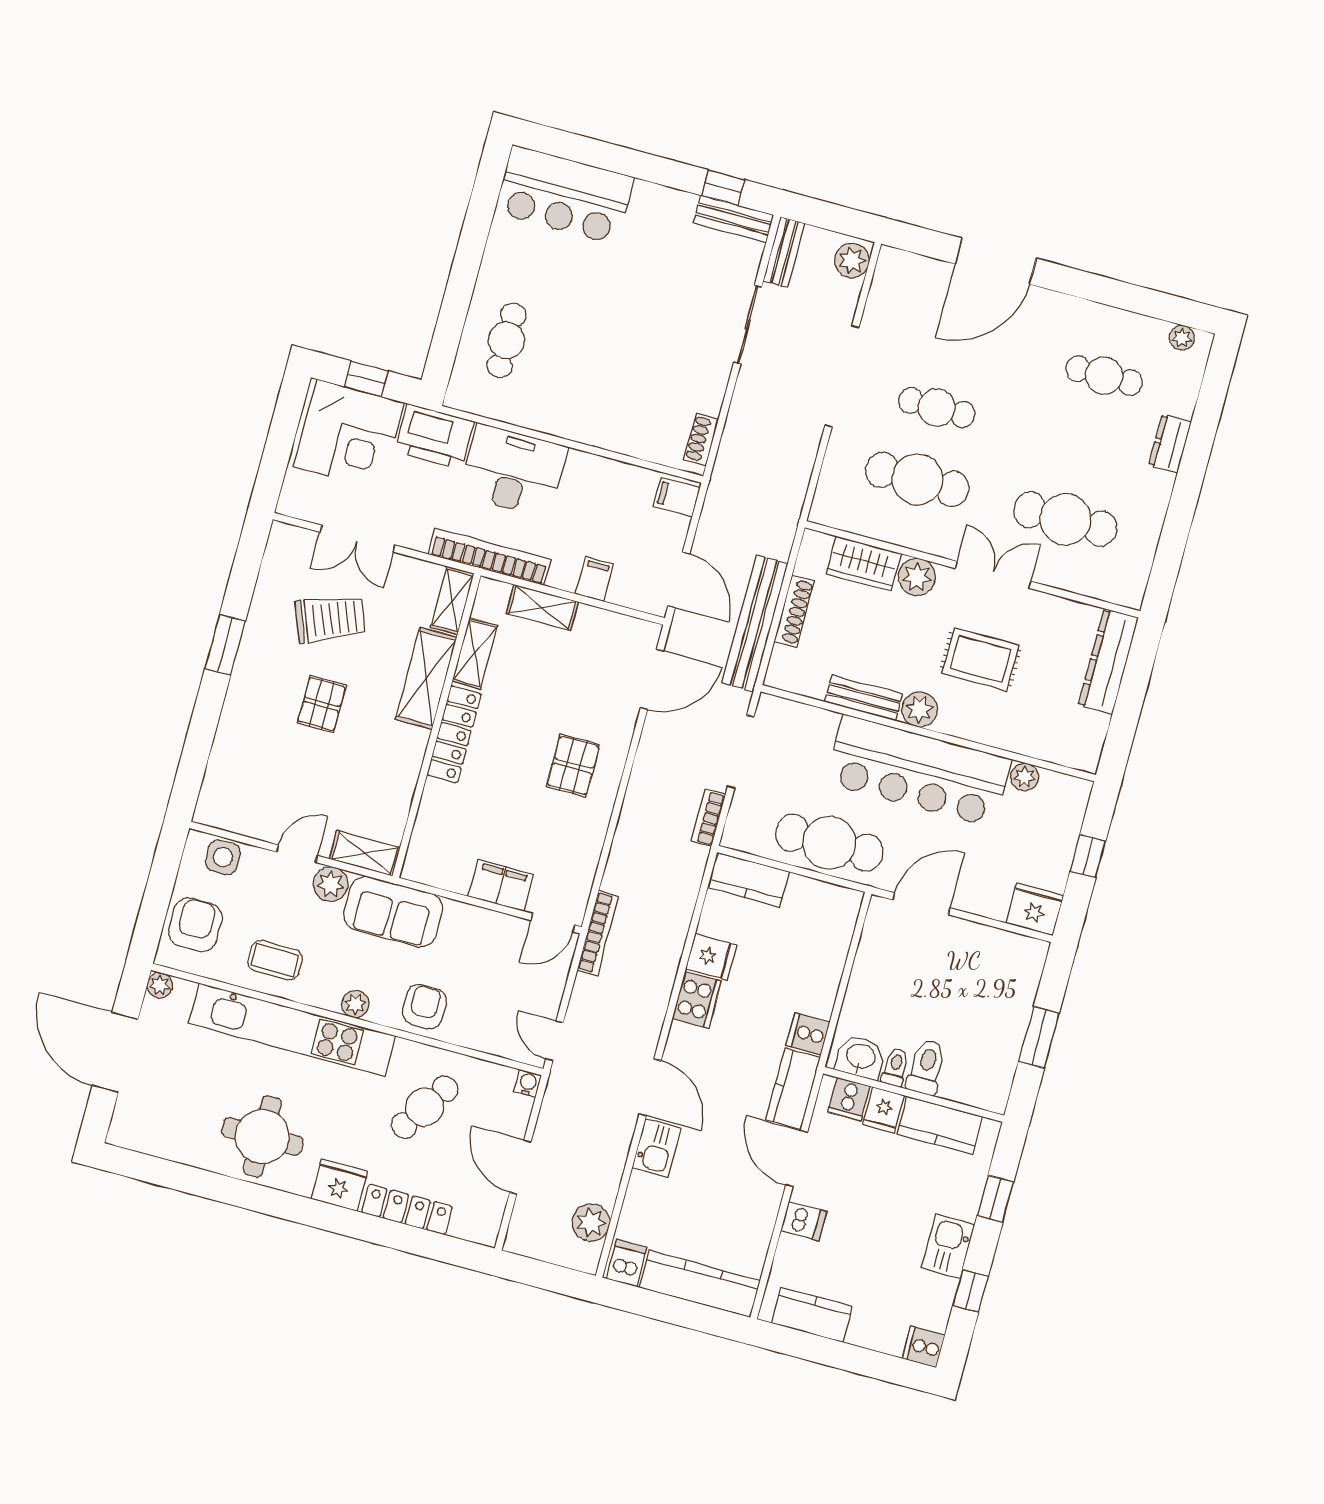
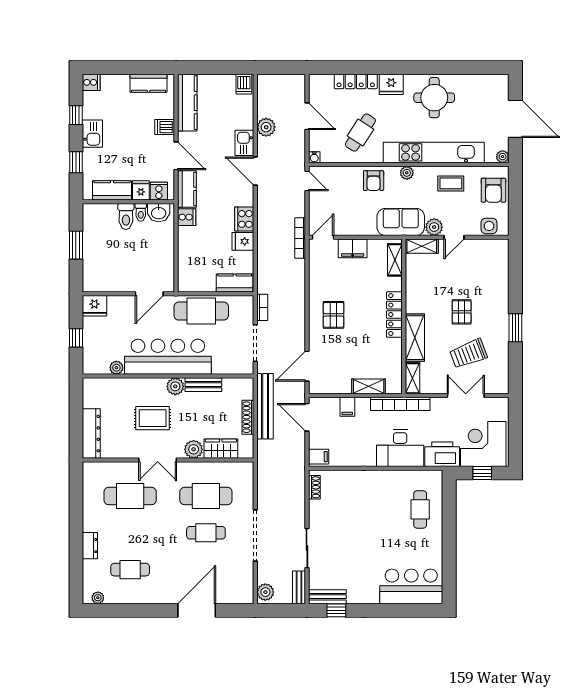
shelving: (475, 653) -> (395, 260), moved
plant: (591, 1222) -> (266, 127), moved
kitchen counter: (700, 1284) -> (187, 103), moved, turned -90

